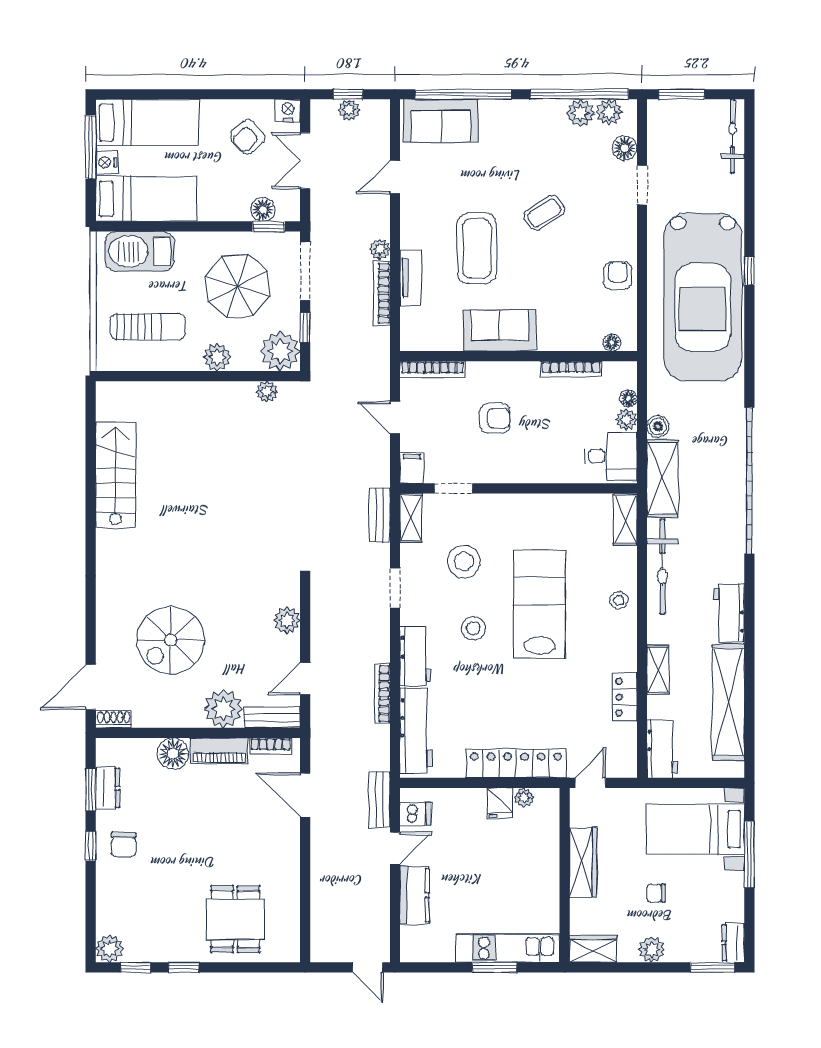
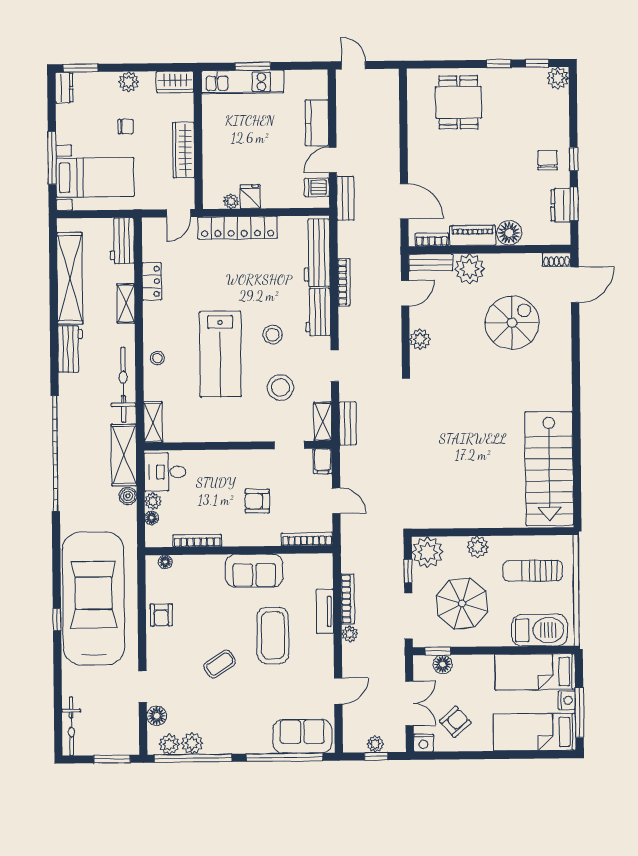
plant: (267, 392) -> (438, 520), removed
stairs: (115, 475) -> (549, 469), width x1.36, depth x1.51

